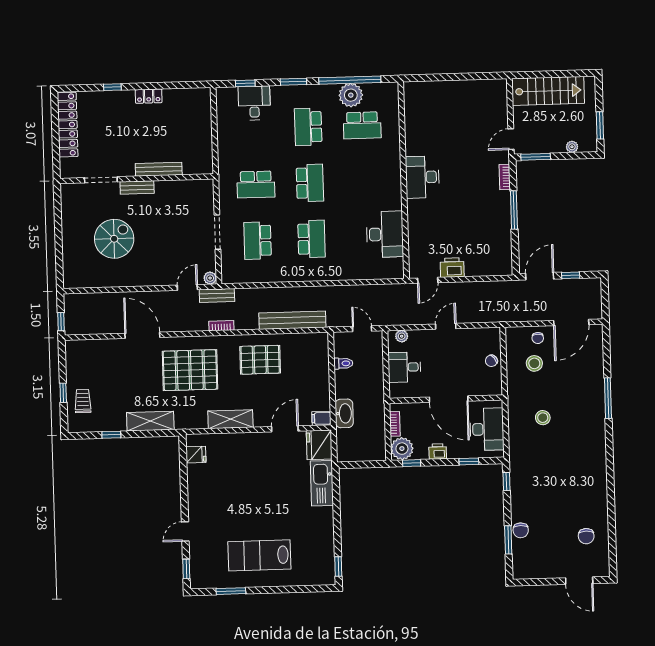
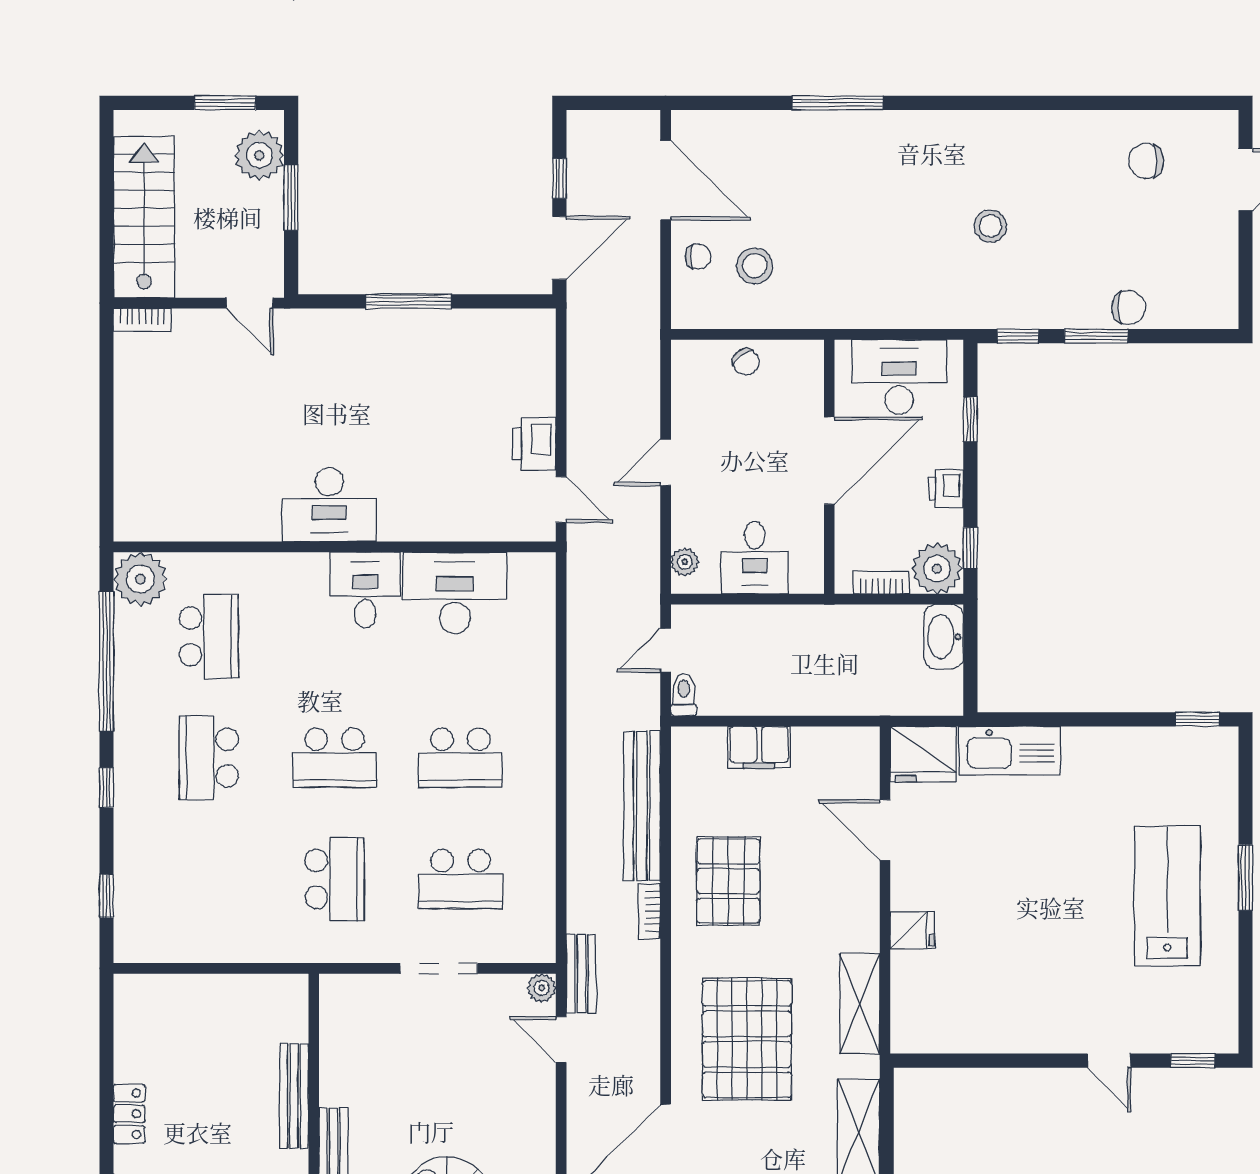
window: (293, 82) -> (107, 788), width x0.67
plant: (351, 95) -> (140, 579), moved
desk: (254, 103) -> (365, 590), moved, turned 90
school desk: (308, 127) -> (209, 758), turned 90
plant: (572, 147) -> (259, 155), width x1.88, depth x1.88
window: (536, 157) -> (291, 197), moved
bookcase: (505, 177) -> (142, 320), moved
school desk: (310, 183) -> (335, 758), turned 180
school desk: (312, 239) -> (460, 758), turned 180
door: (540, 276) -> (559, 248), swing flipped
bookcase: (221, 326) -> (649, 911), moved
door: (446, 326) -> (666, 462), hinge flipped
toilet: (343, 363) -> (684, 695), moved
washbasin: (344, 413) -> (944, 637), moved, turned -90
filing cabinet: (321, 418) -> (759, 747), moved, width x2.00
stool: (543, 418) -> (990, 226), moved
shelving: (230, 419) -> (860, 1004), moved
fridge: (196, 455) -> (912, 930), moved, turned 90
chair: (586, 536) -> (1146, 161), turned 180
window: (508, 540) -> (1096, 336), moved
lab bench: (259, 555) -> (1167, 896), turned 180
window: (231, 591) -> (1246, 877), moved

